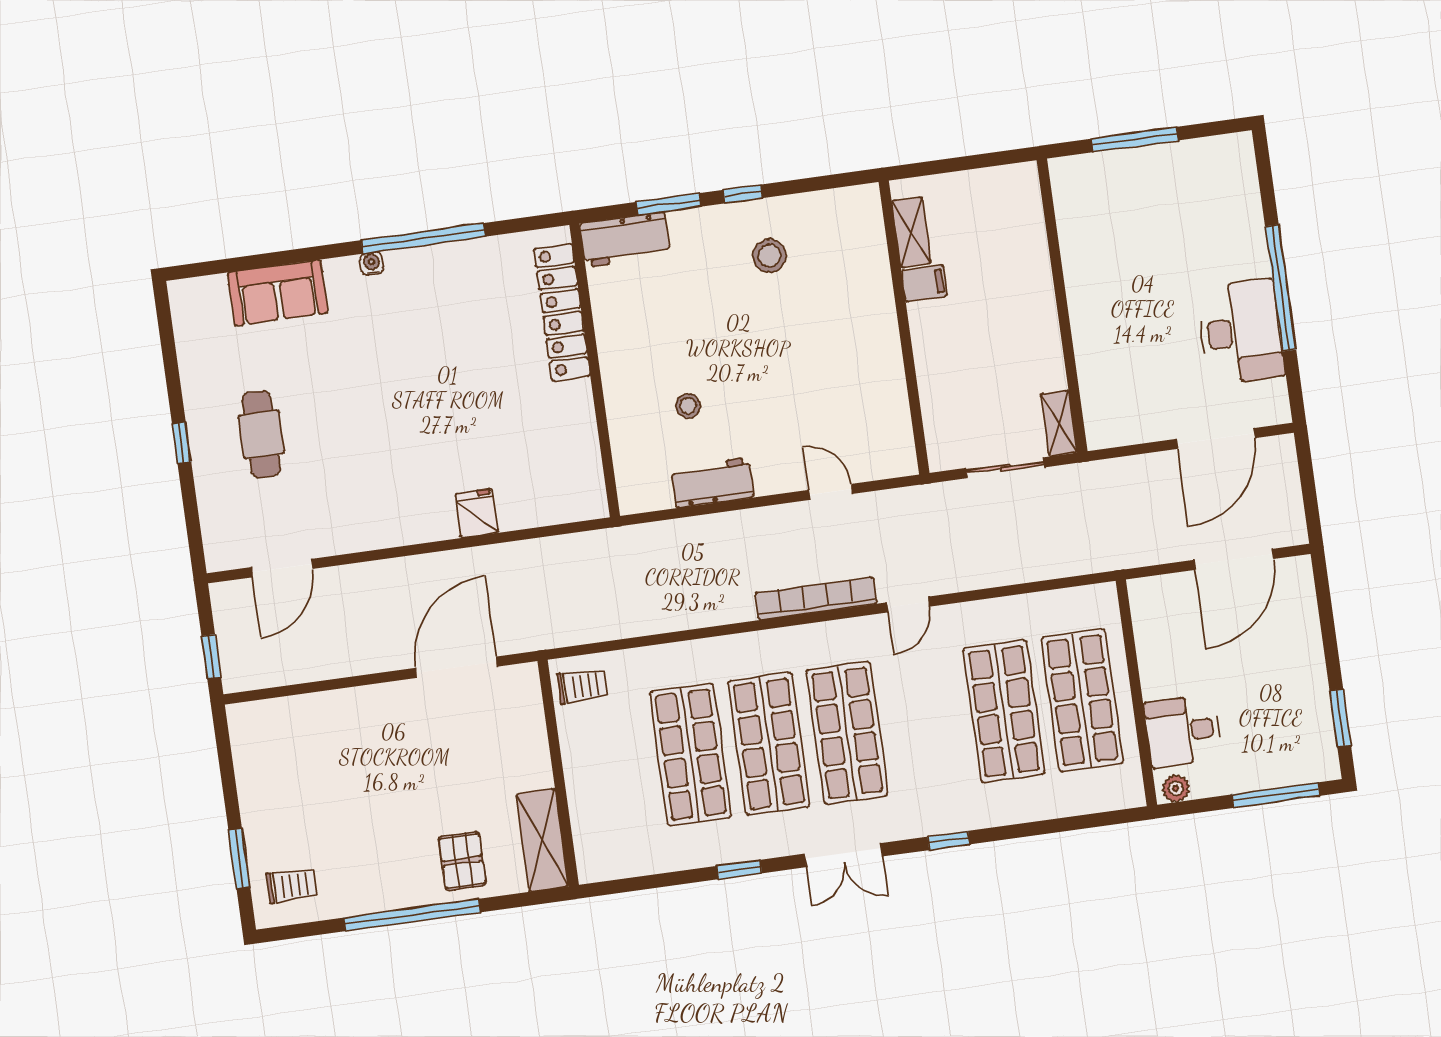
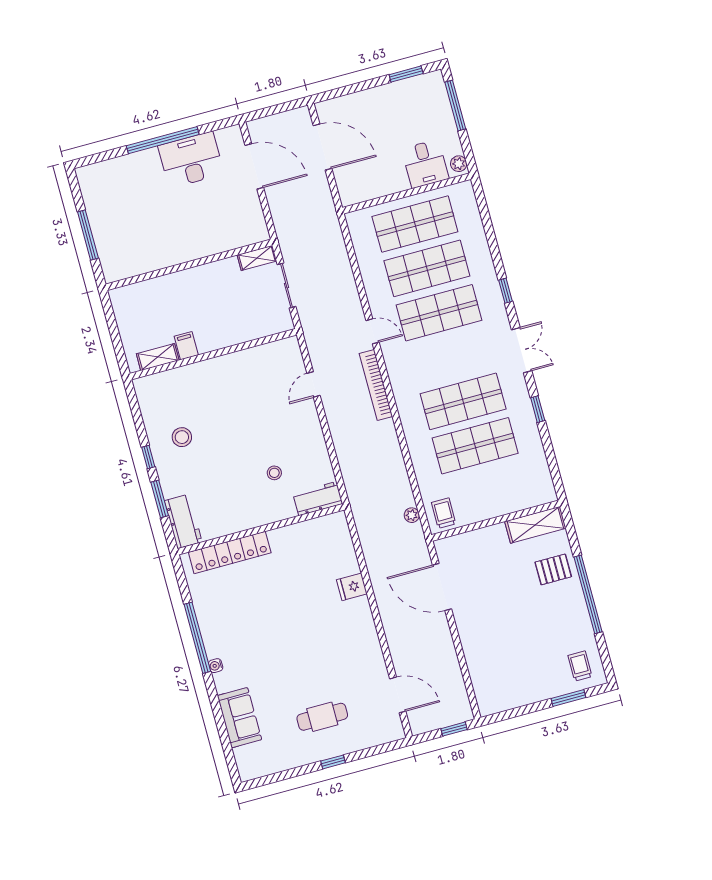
workbench: (712, 483) -> (318, 499), moved, turned 90
plant: (586, 631) -> (412, 515), added
shop shelf: (847, 733) -> (439, 313), moved

